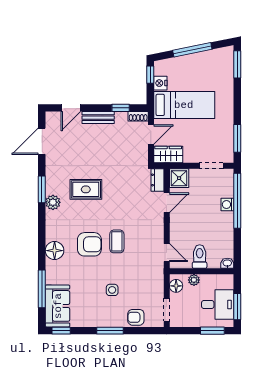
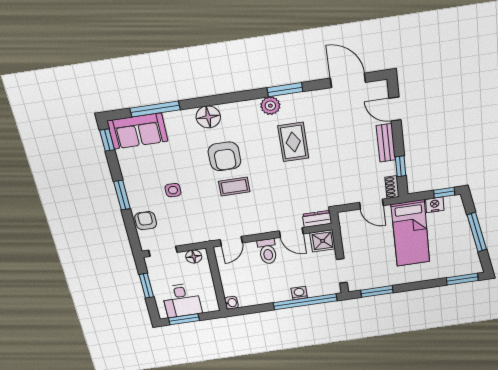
wardrobe: (168, 155) -> (349, 226), removed
toilet: (200, 257) -> (268, 251), moved, turned 90
plant: (194, 280) -> (205, 273), removed
window: (212, 331) -> (146, 286), moved

